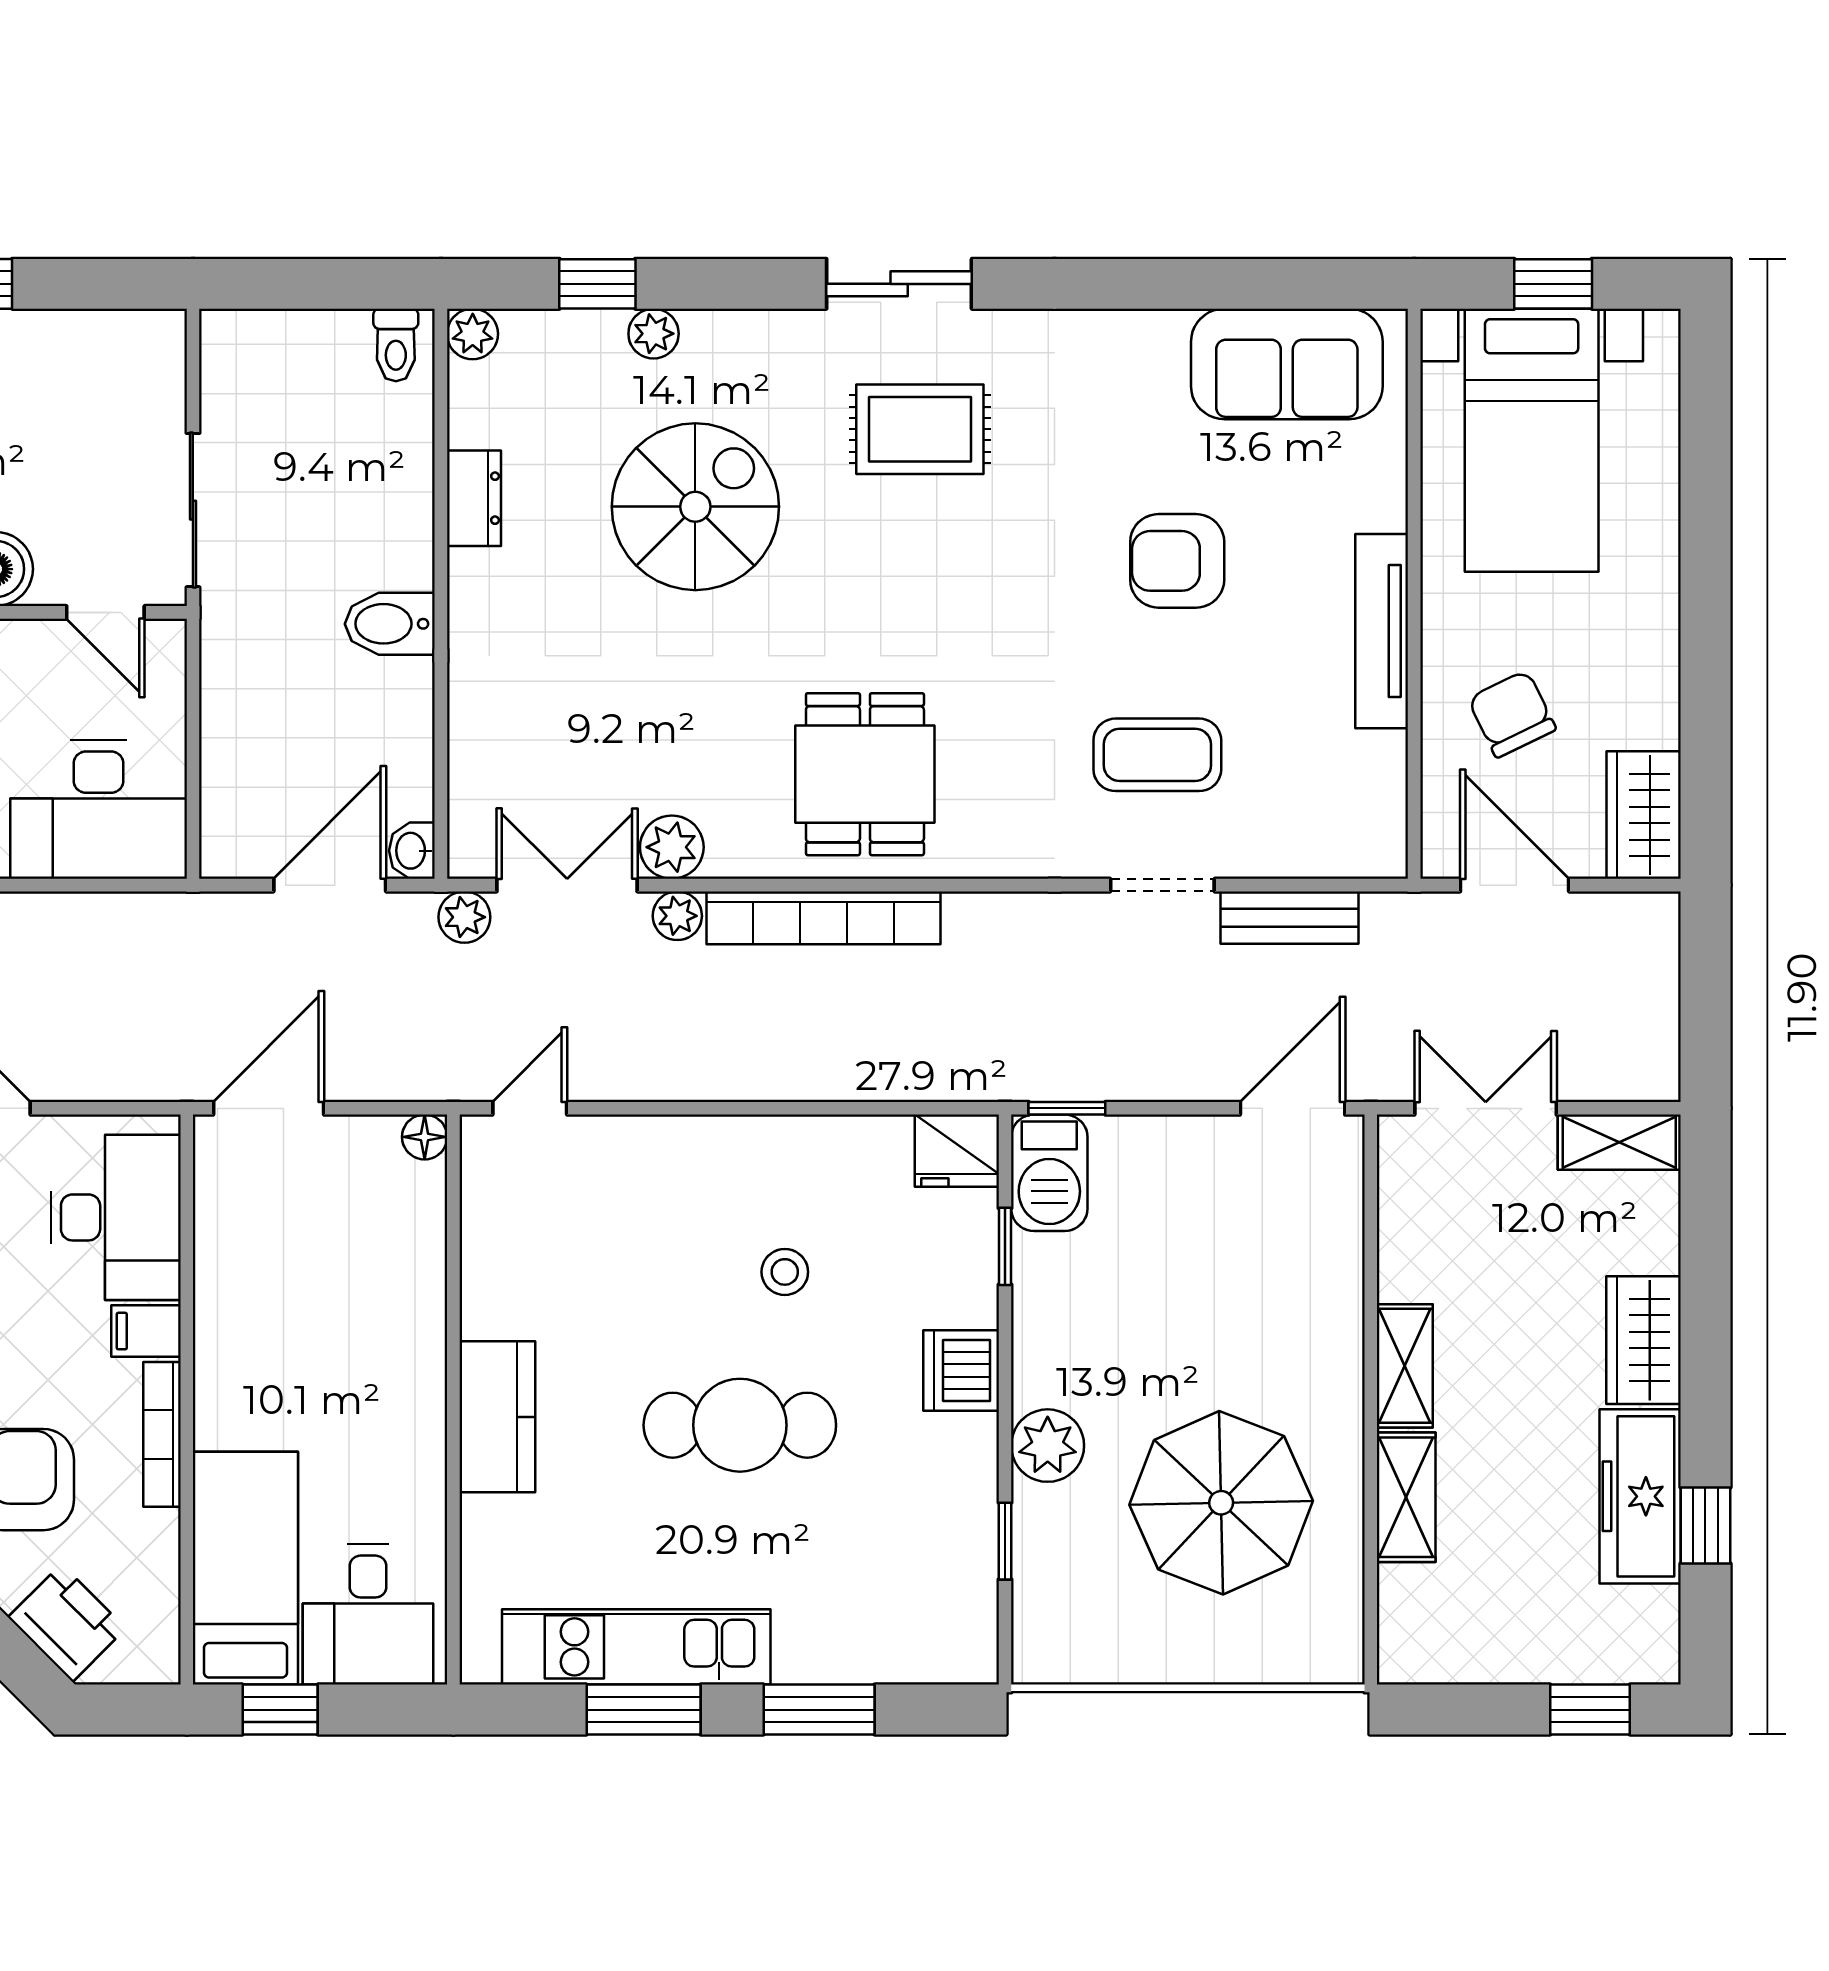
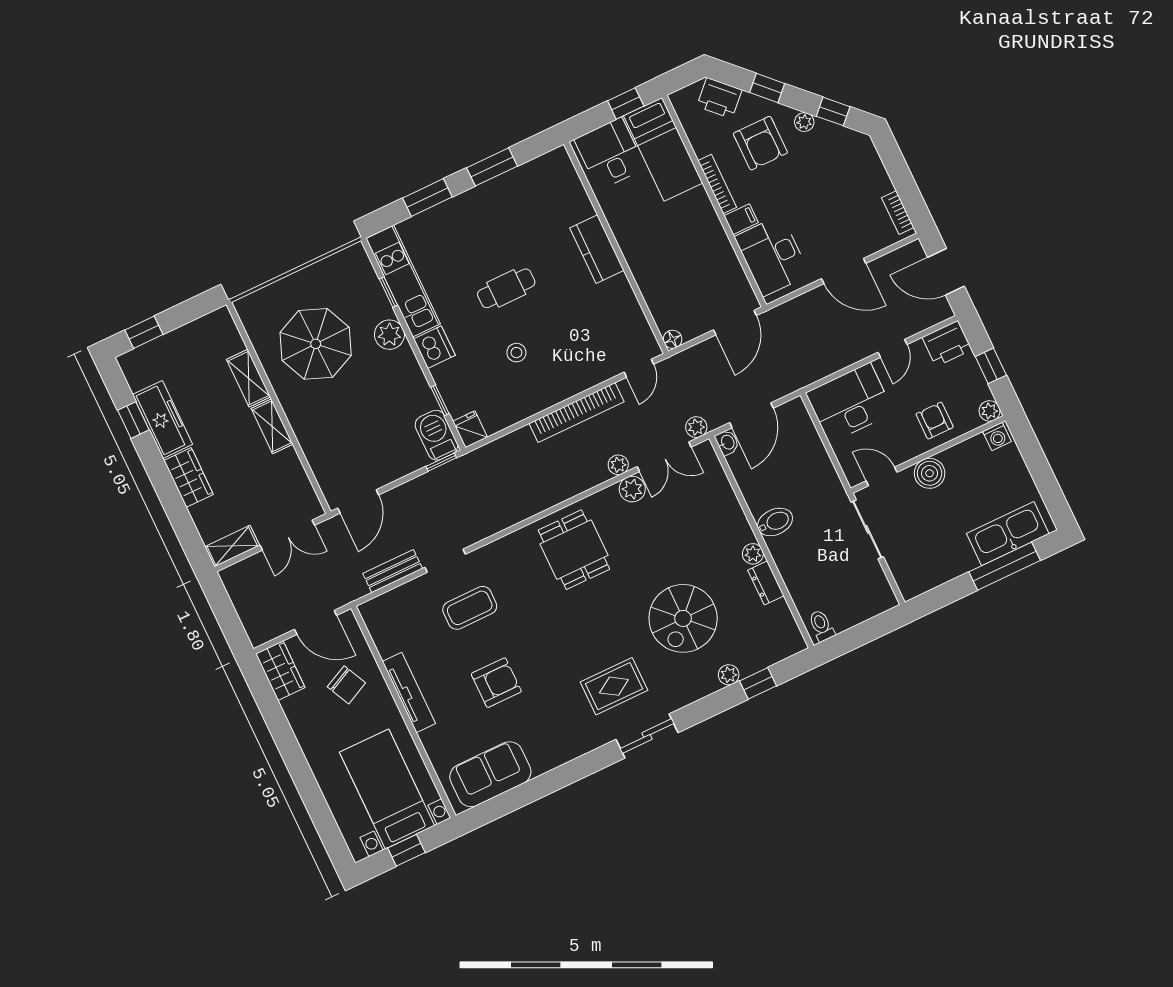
plant: (473, 334) -> (753, 554), moved
bookcase: (823, 918) -> (576, 413), moved, turned 180
fridge: (957, 1151) -> (470, 429), width x0.72
cafe table: (740, 1425) -> (506, 288), width x0.73, depth x0.74
kitchen unit: (636, 1647) -> (403, 281), moved, turned -90

